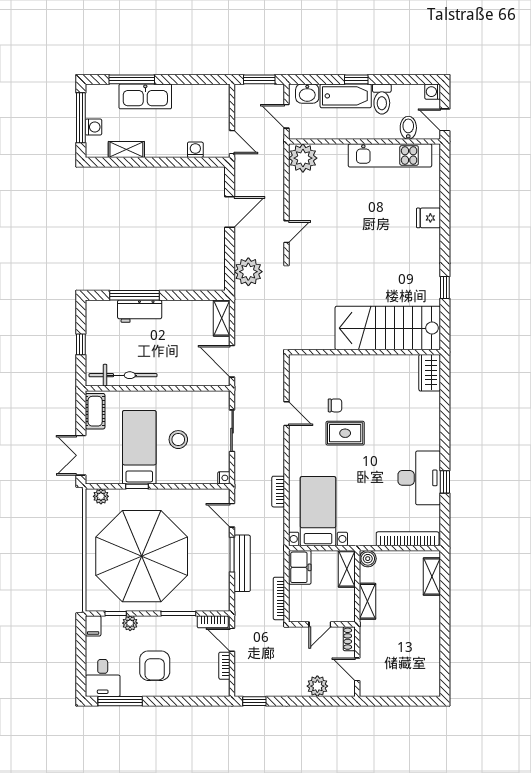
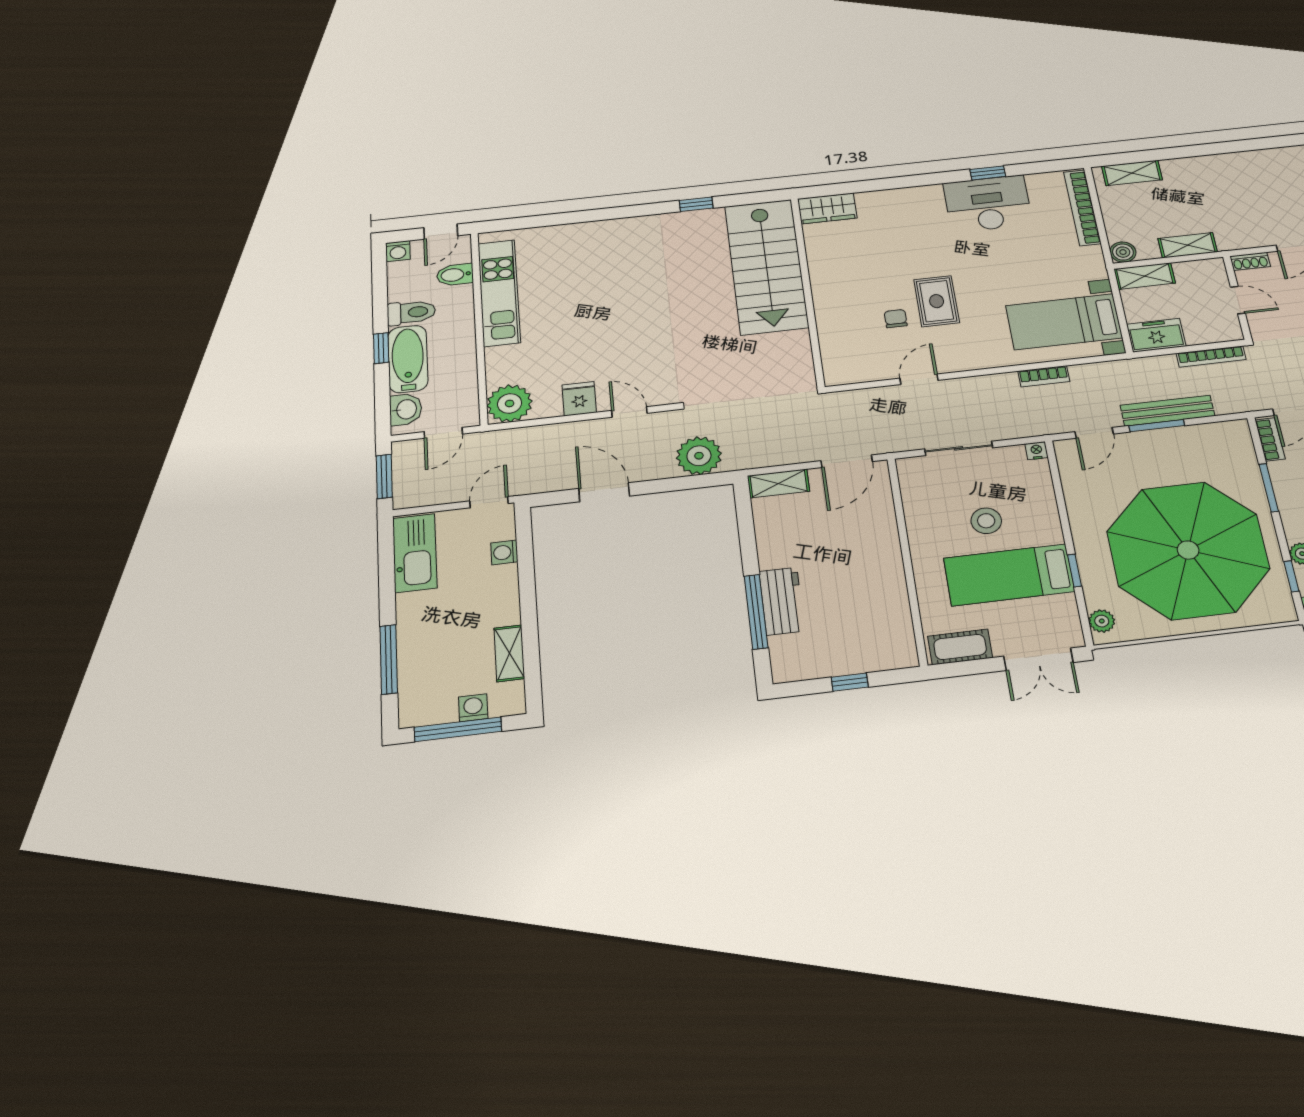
kitchen sink: (145, 96) -> (415, 553), moved
fridge: (428, 218) -> (579, 399), moved, turned 180
bicycle: (123, 375) -> (893, 613), removed

